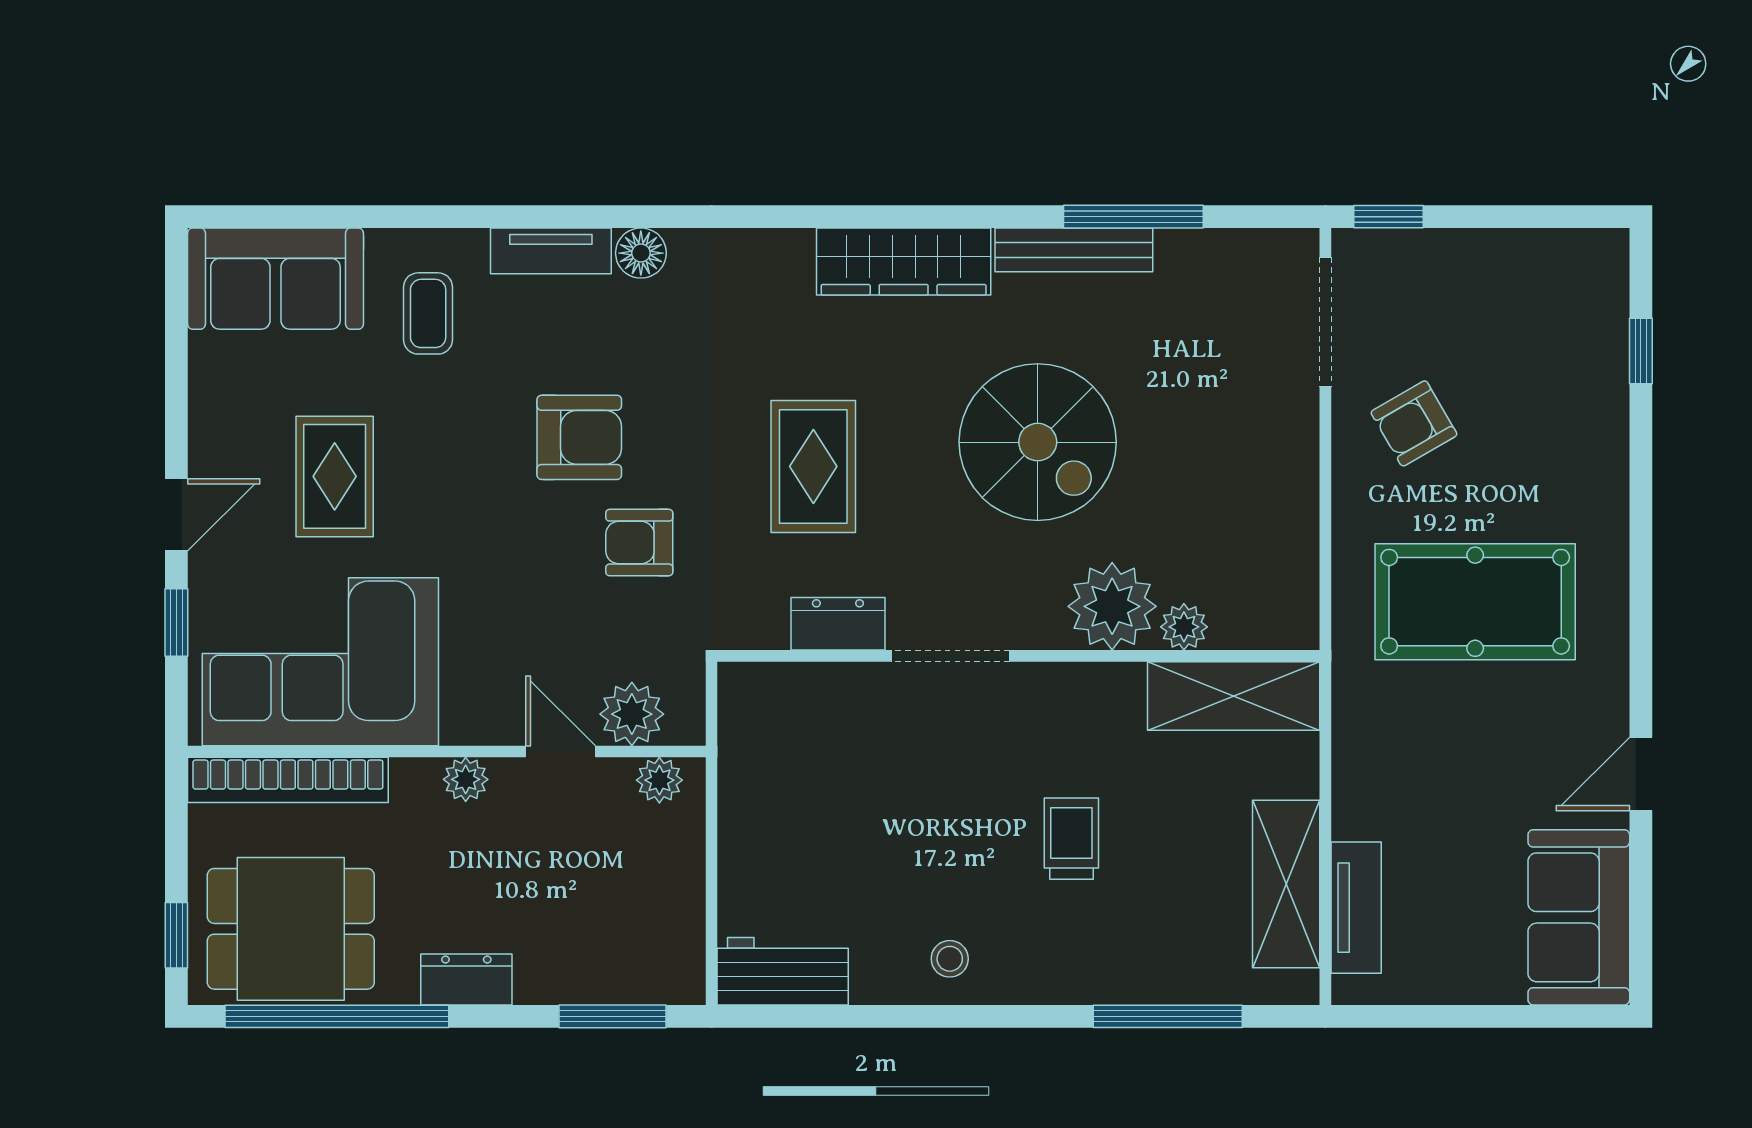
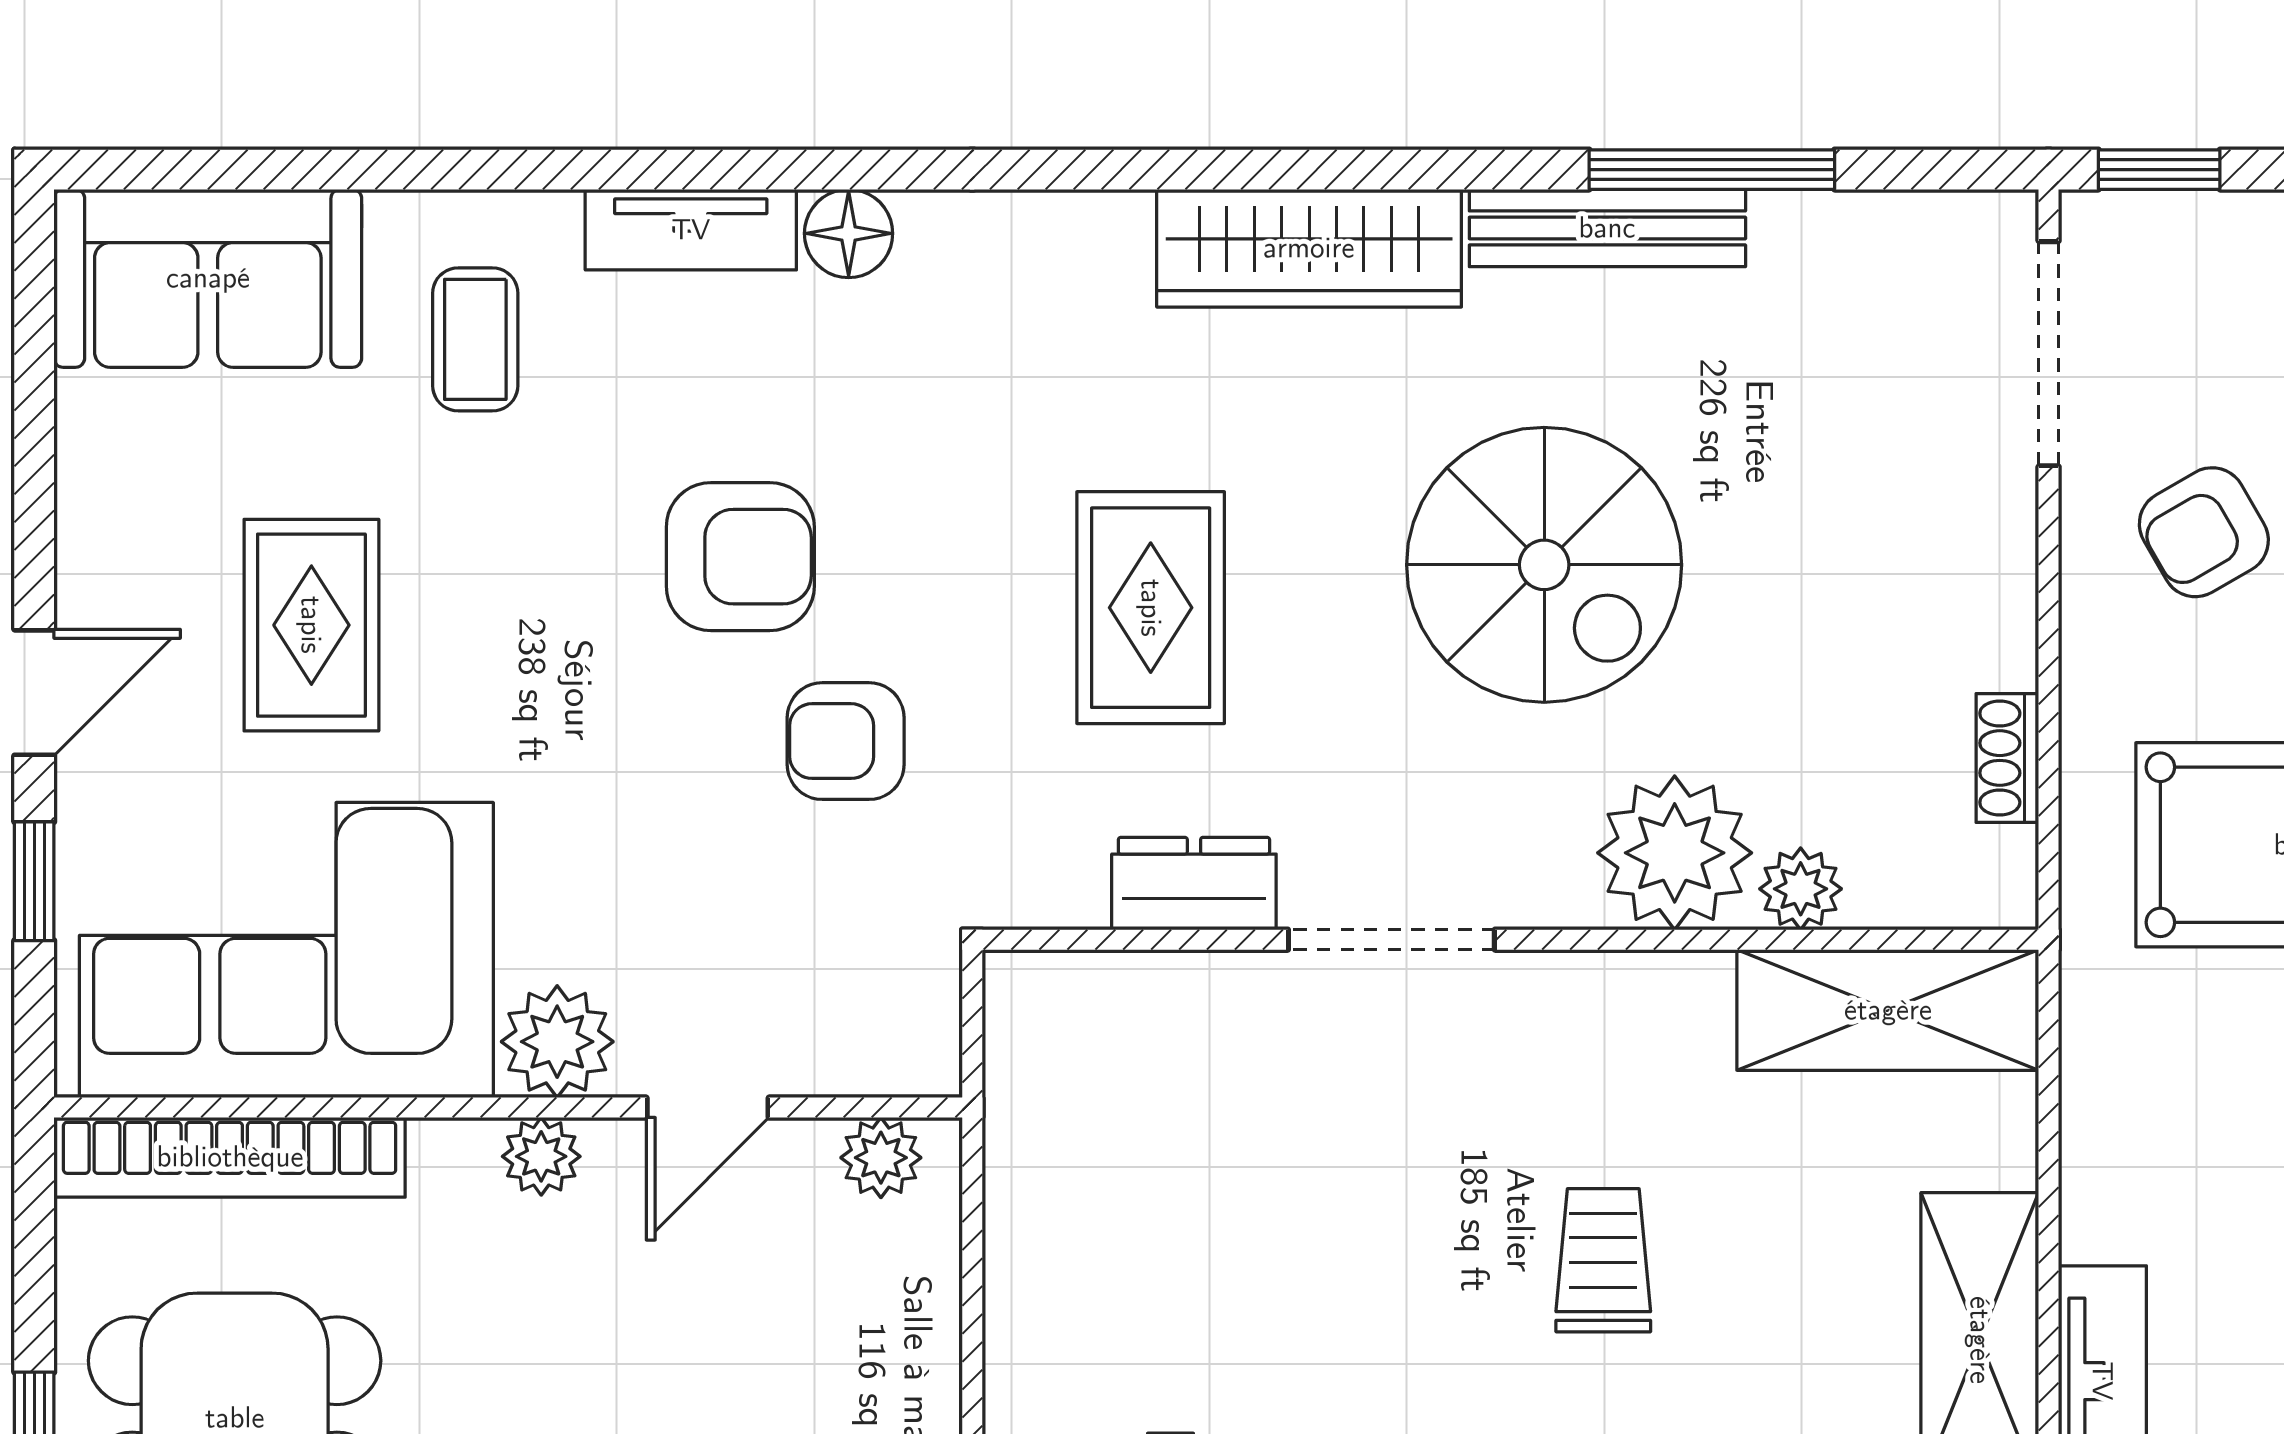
shoe rack: (1302, 552) -> (2007, 758), added
plant: (632, 714) -> (557, 1042), moved
door: (561, 752) -> (708, 1108), swing flipped

